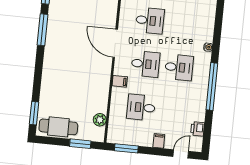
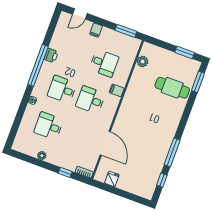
desk: (150, 21) -> (49, 126), moved
door: (115, 43) -> (105, 143), moved
cafe table: (58, 127) -> (172, 88), moved
printer: (198, 129) -> (51, 55), moved
window: (80, 144) -> (185, 52), moved

